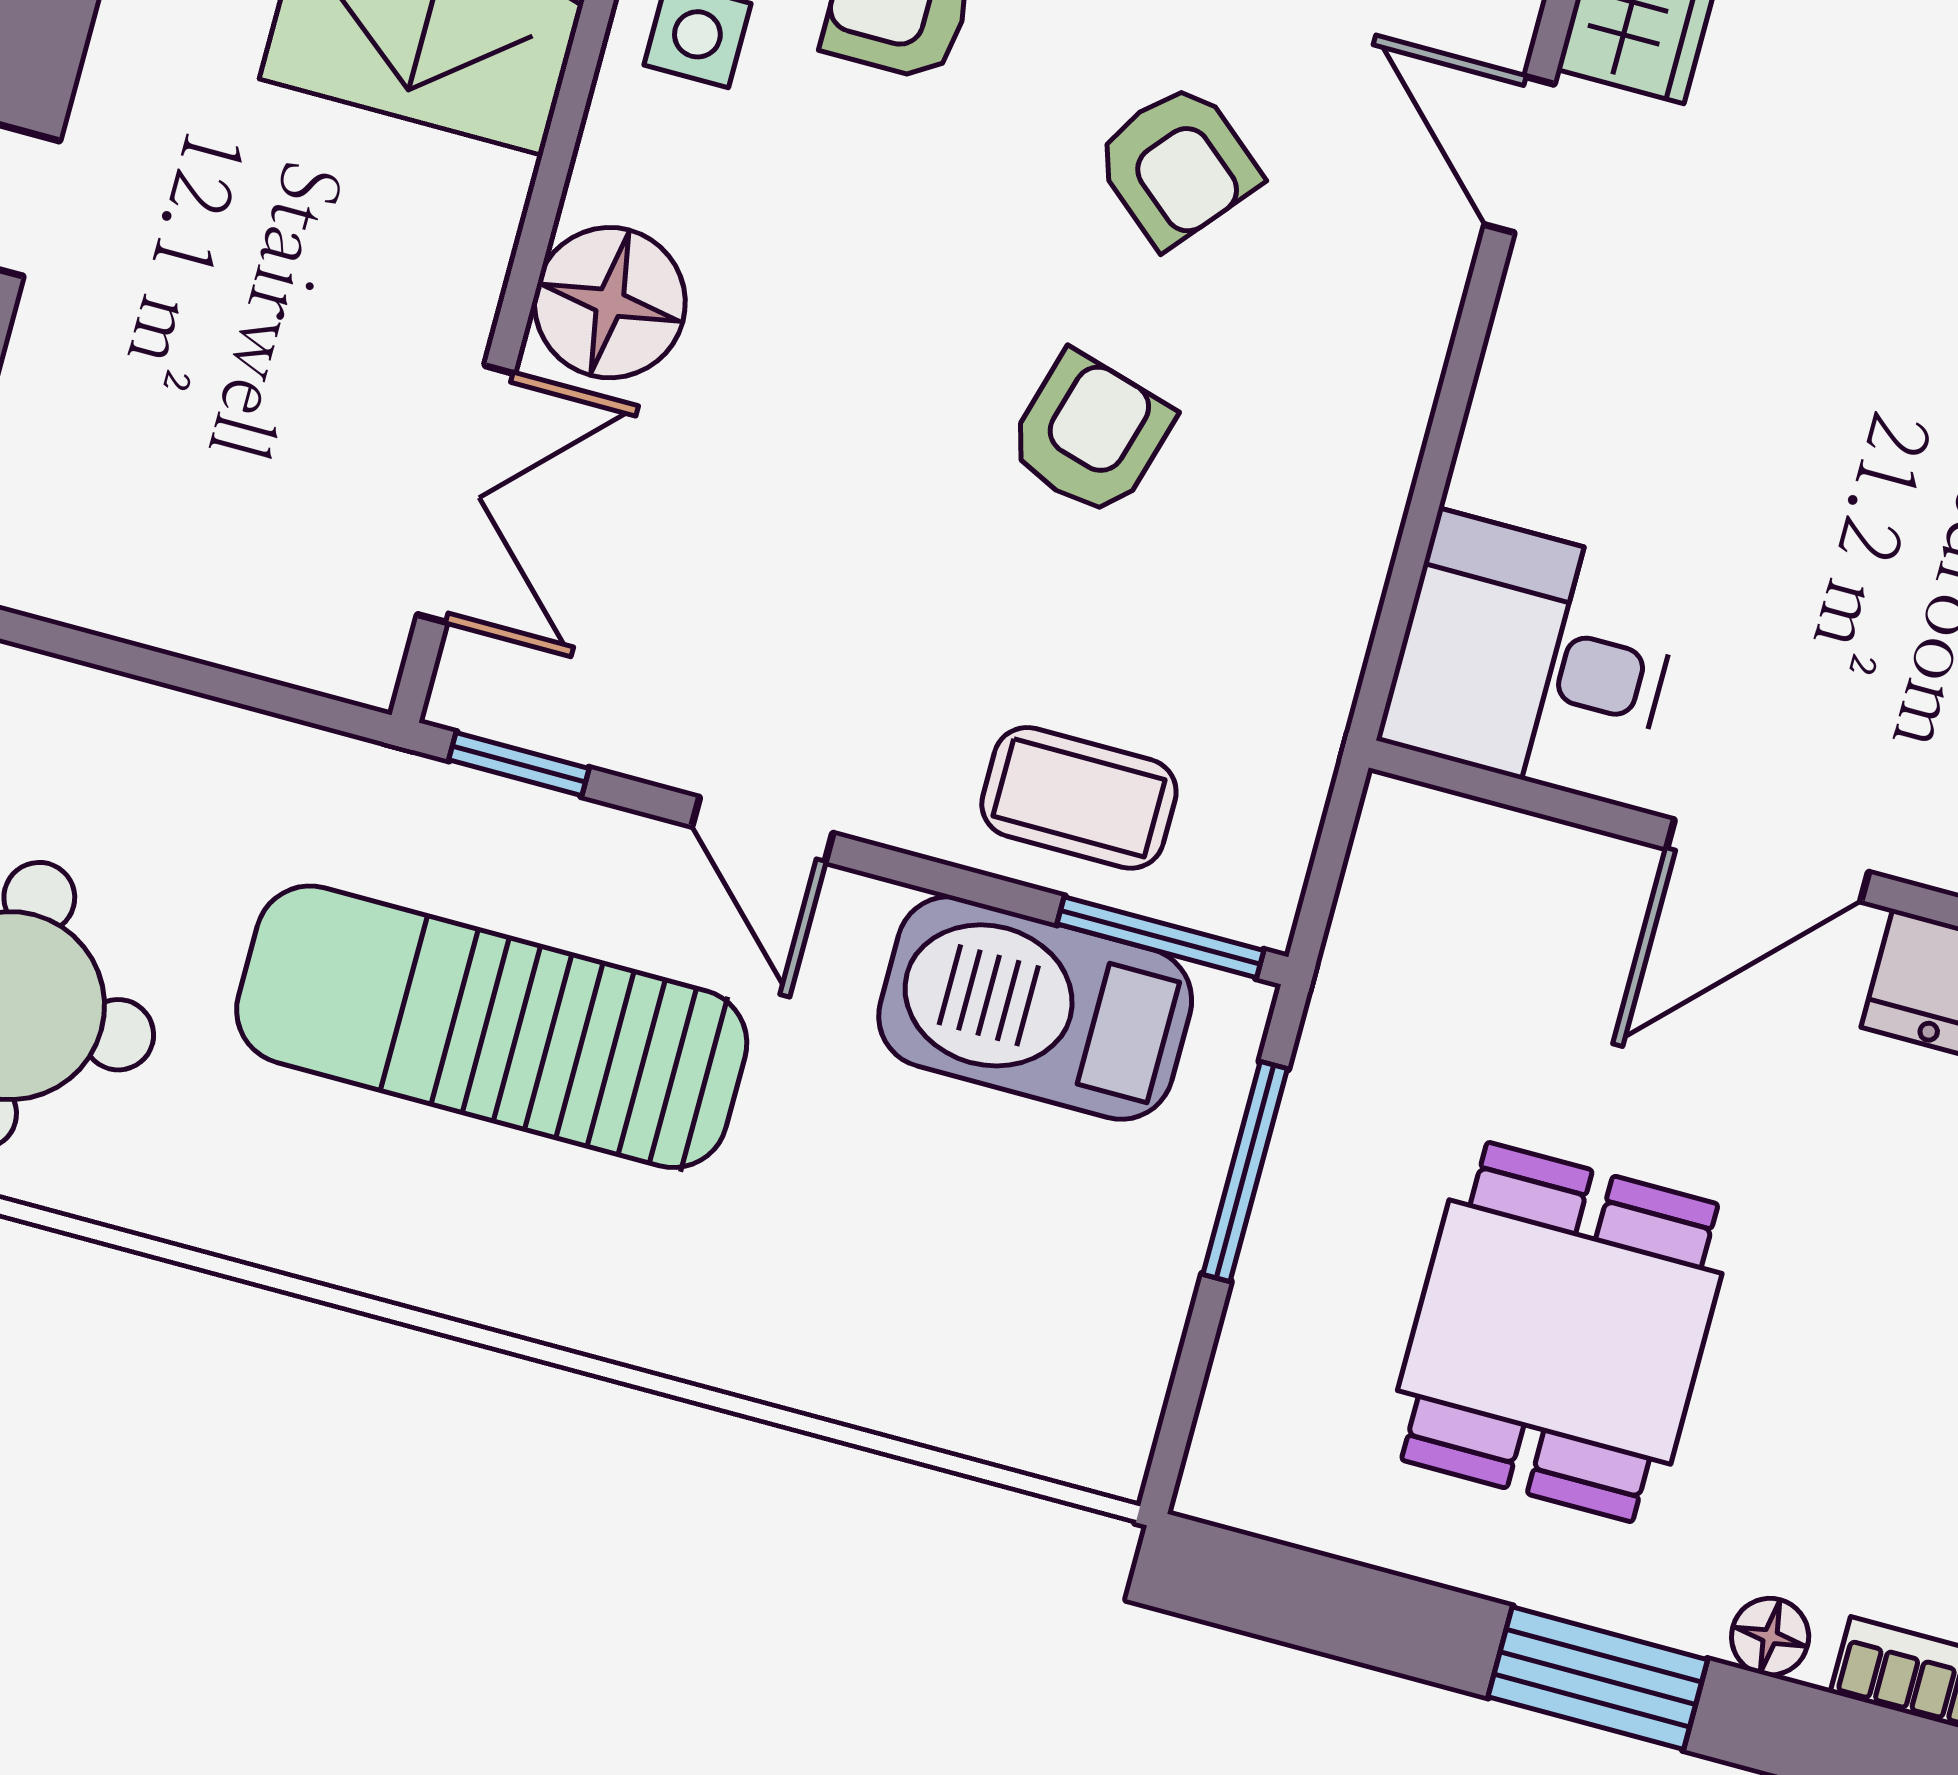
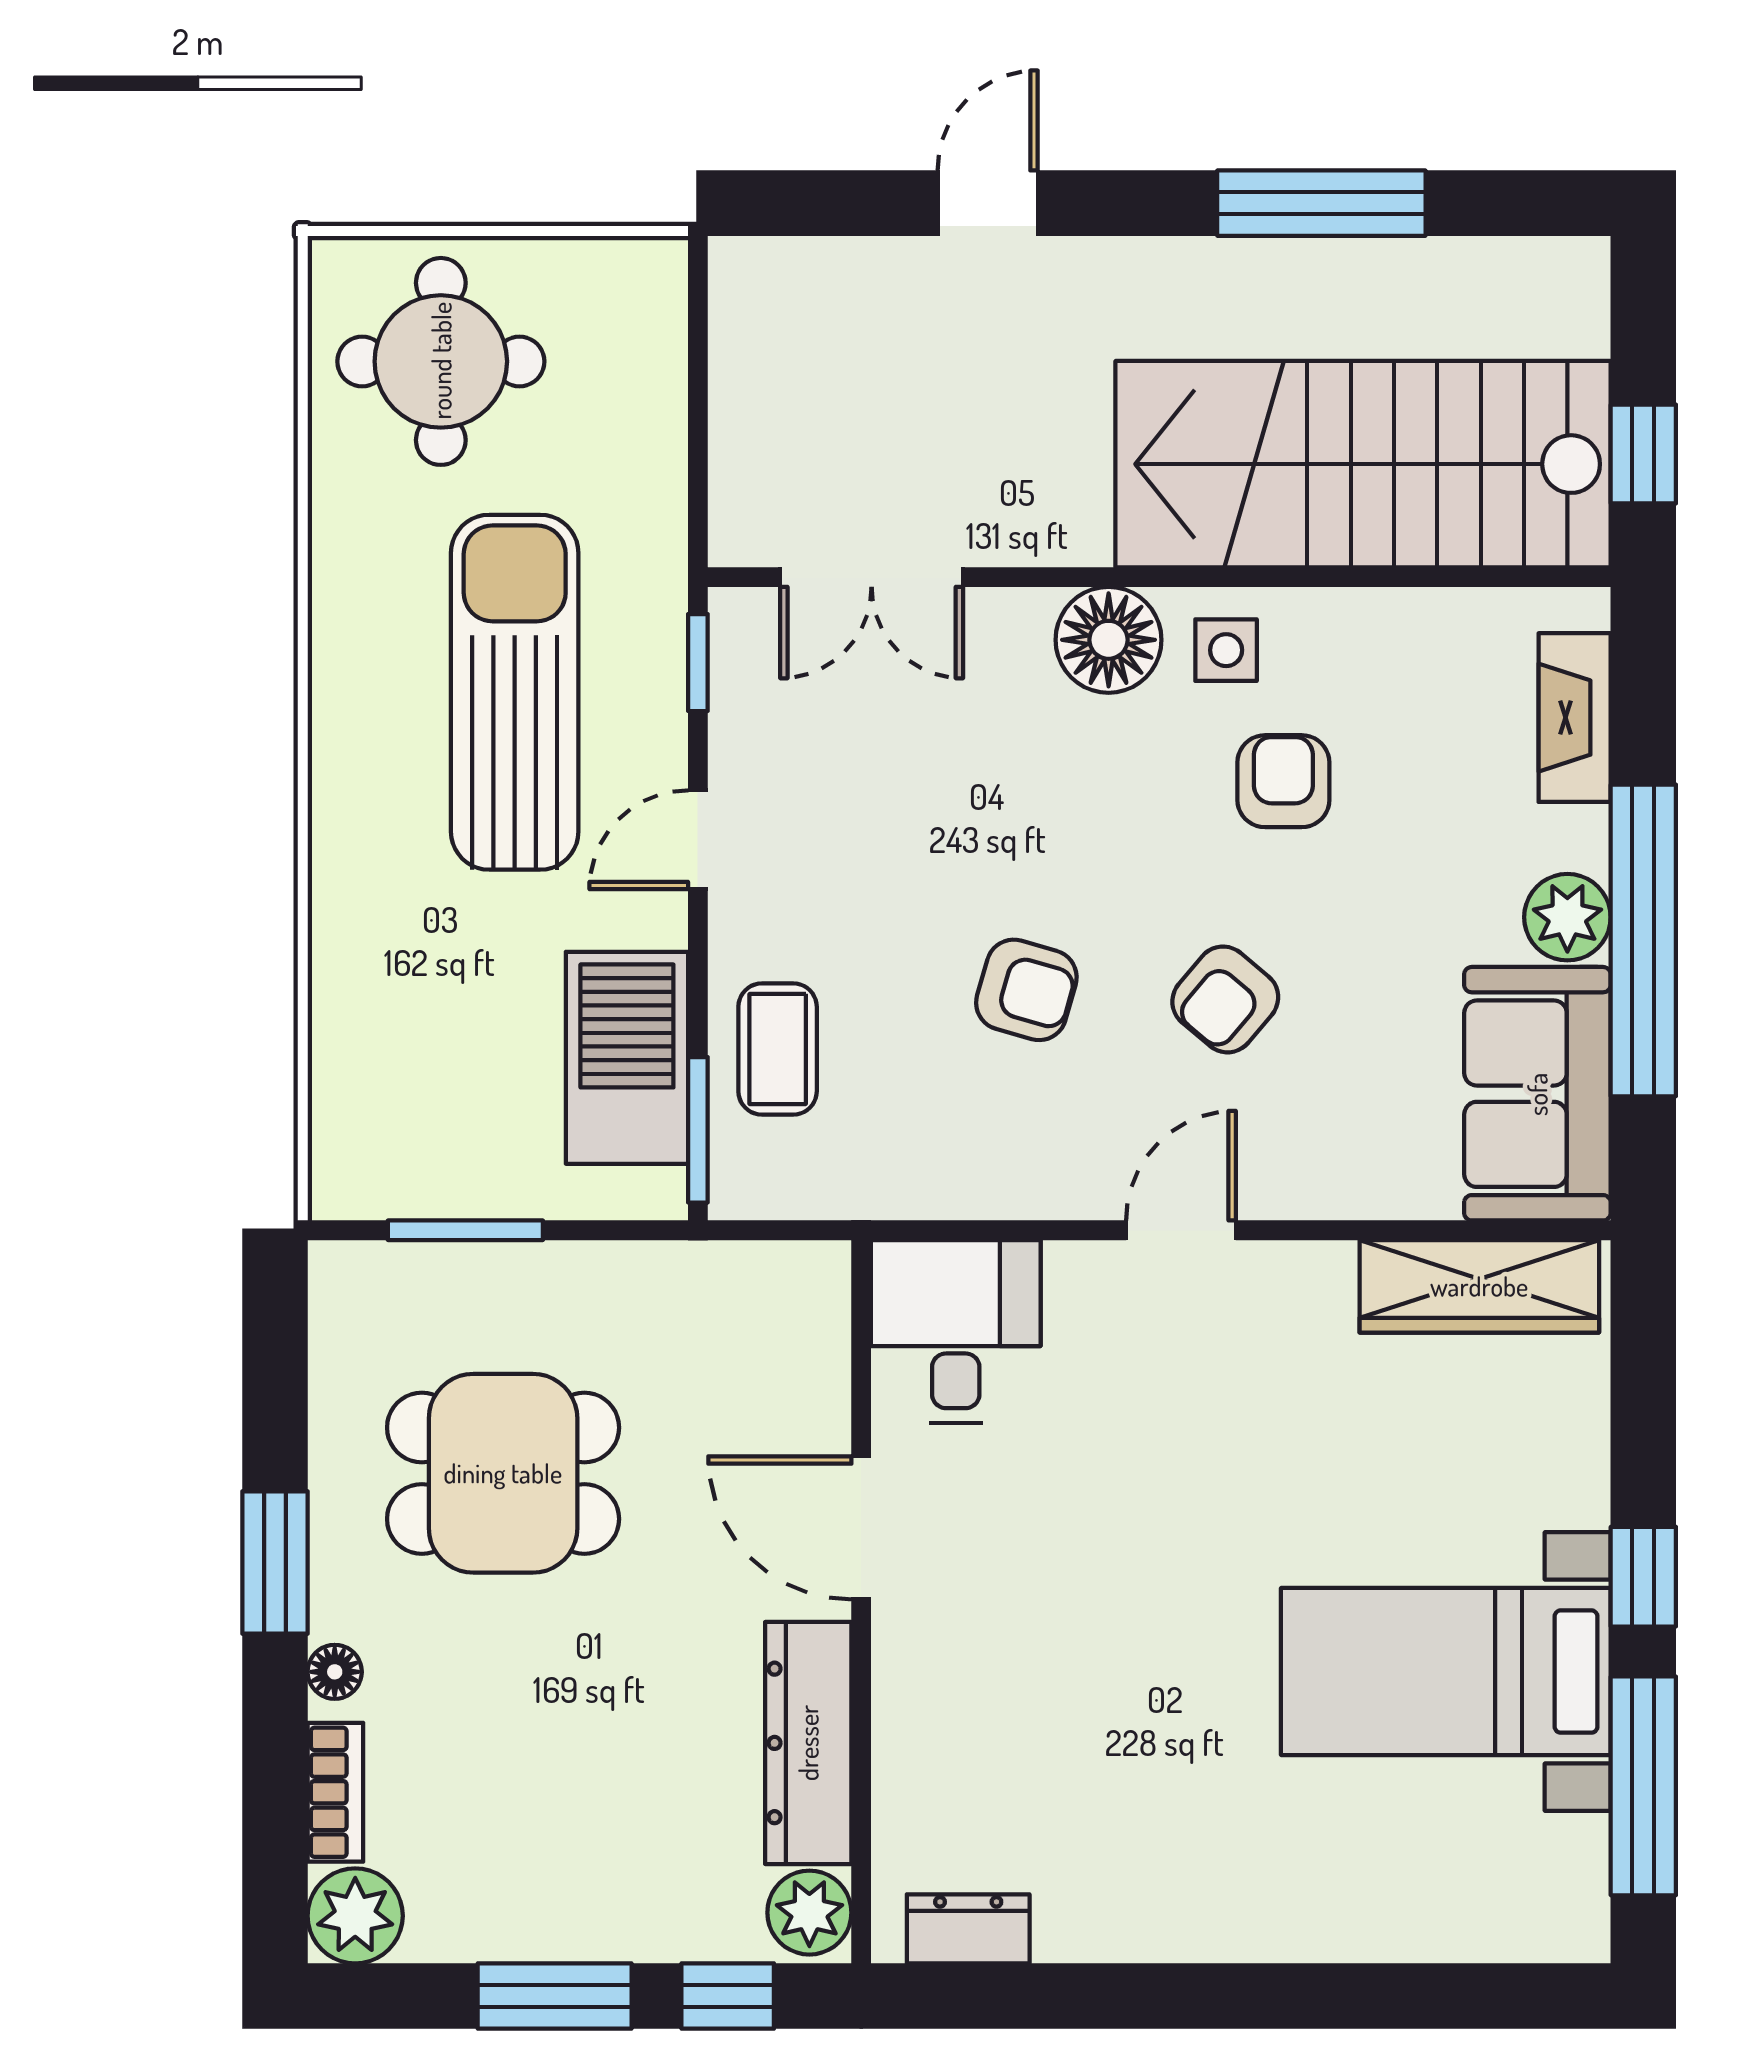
door: (1519, 154) -> (1181, 1230), moved
floor lamp: (610, 303) -> (1109, 640), moved
window: (1245, 1171) -> (465, 1230), moved

